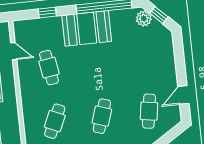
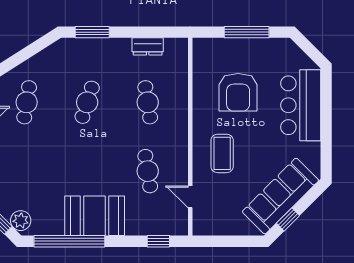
window: (47, 13) -> (158, 241), moved
cafe table: (55, 121) -> (148, 102), turned -33

